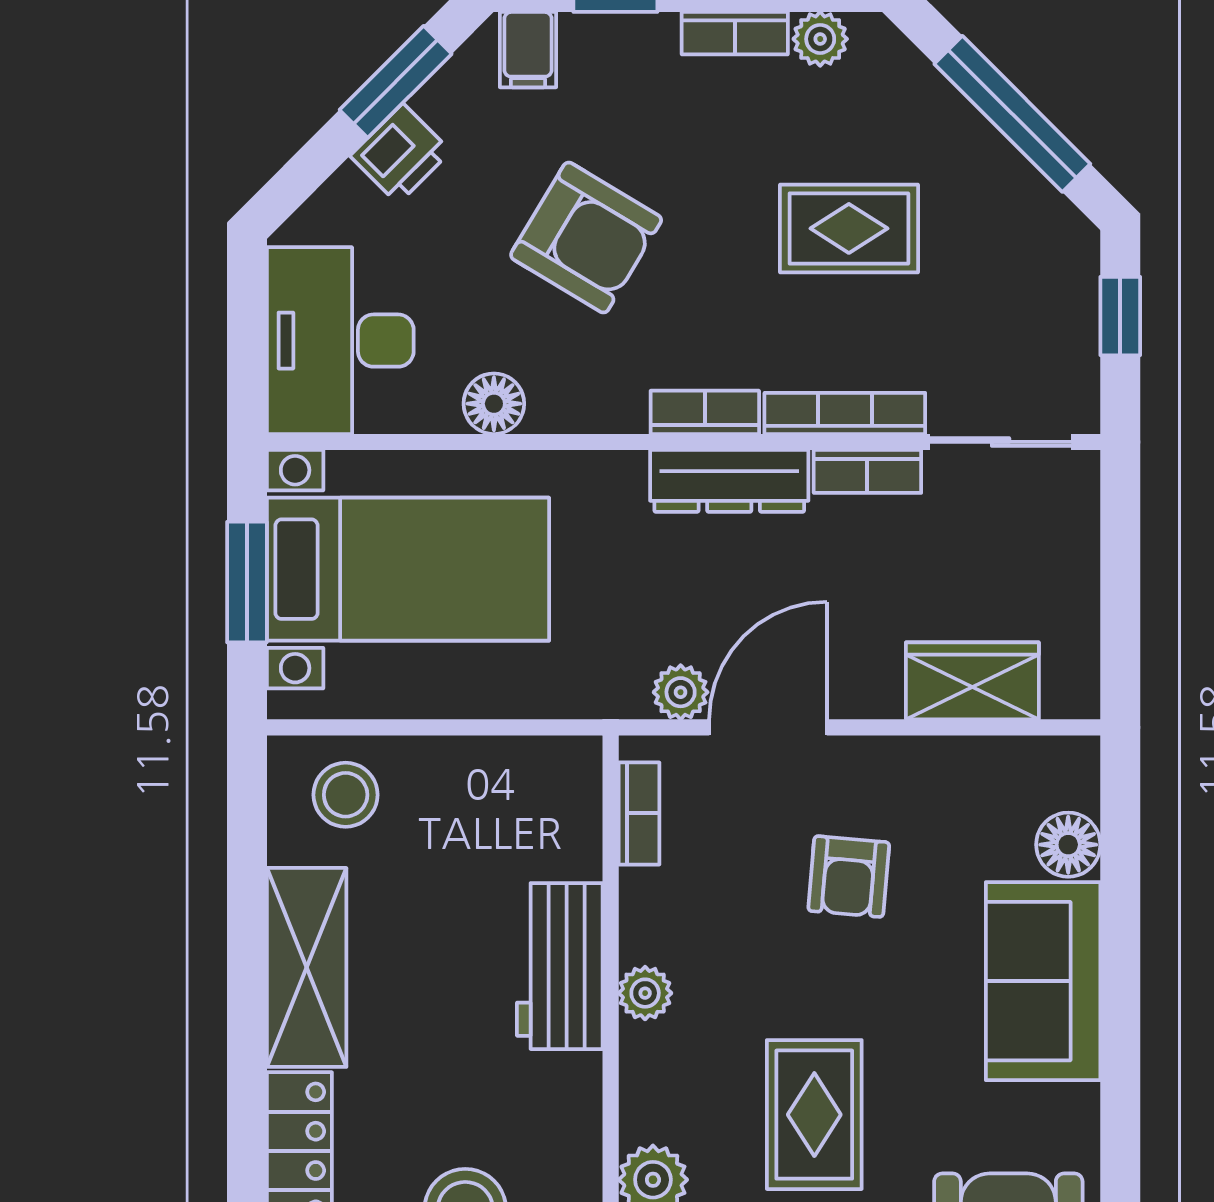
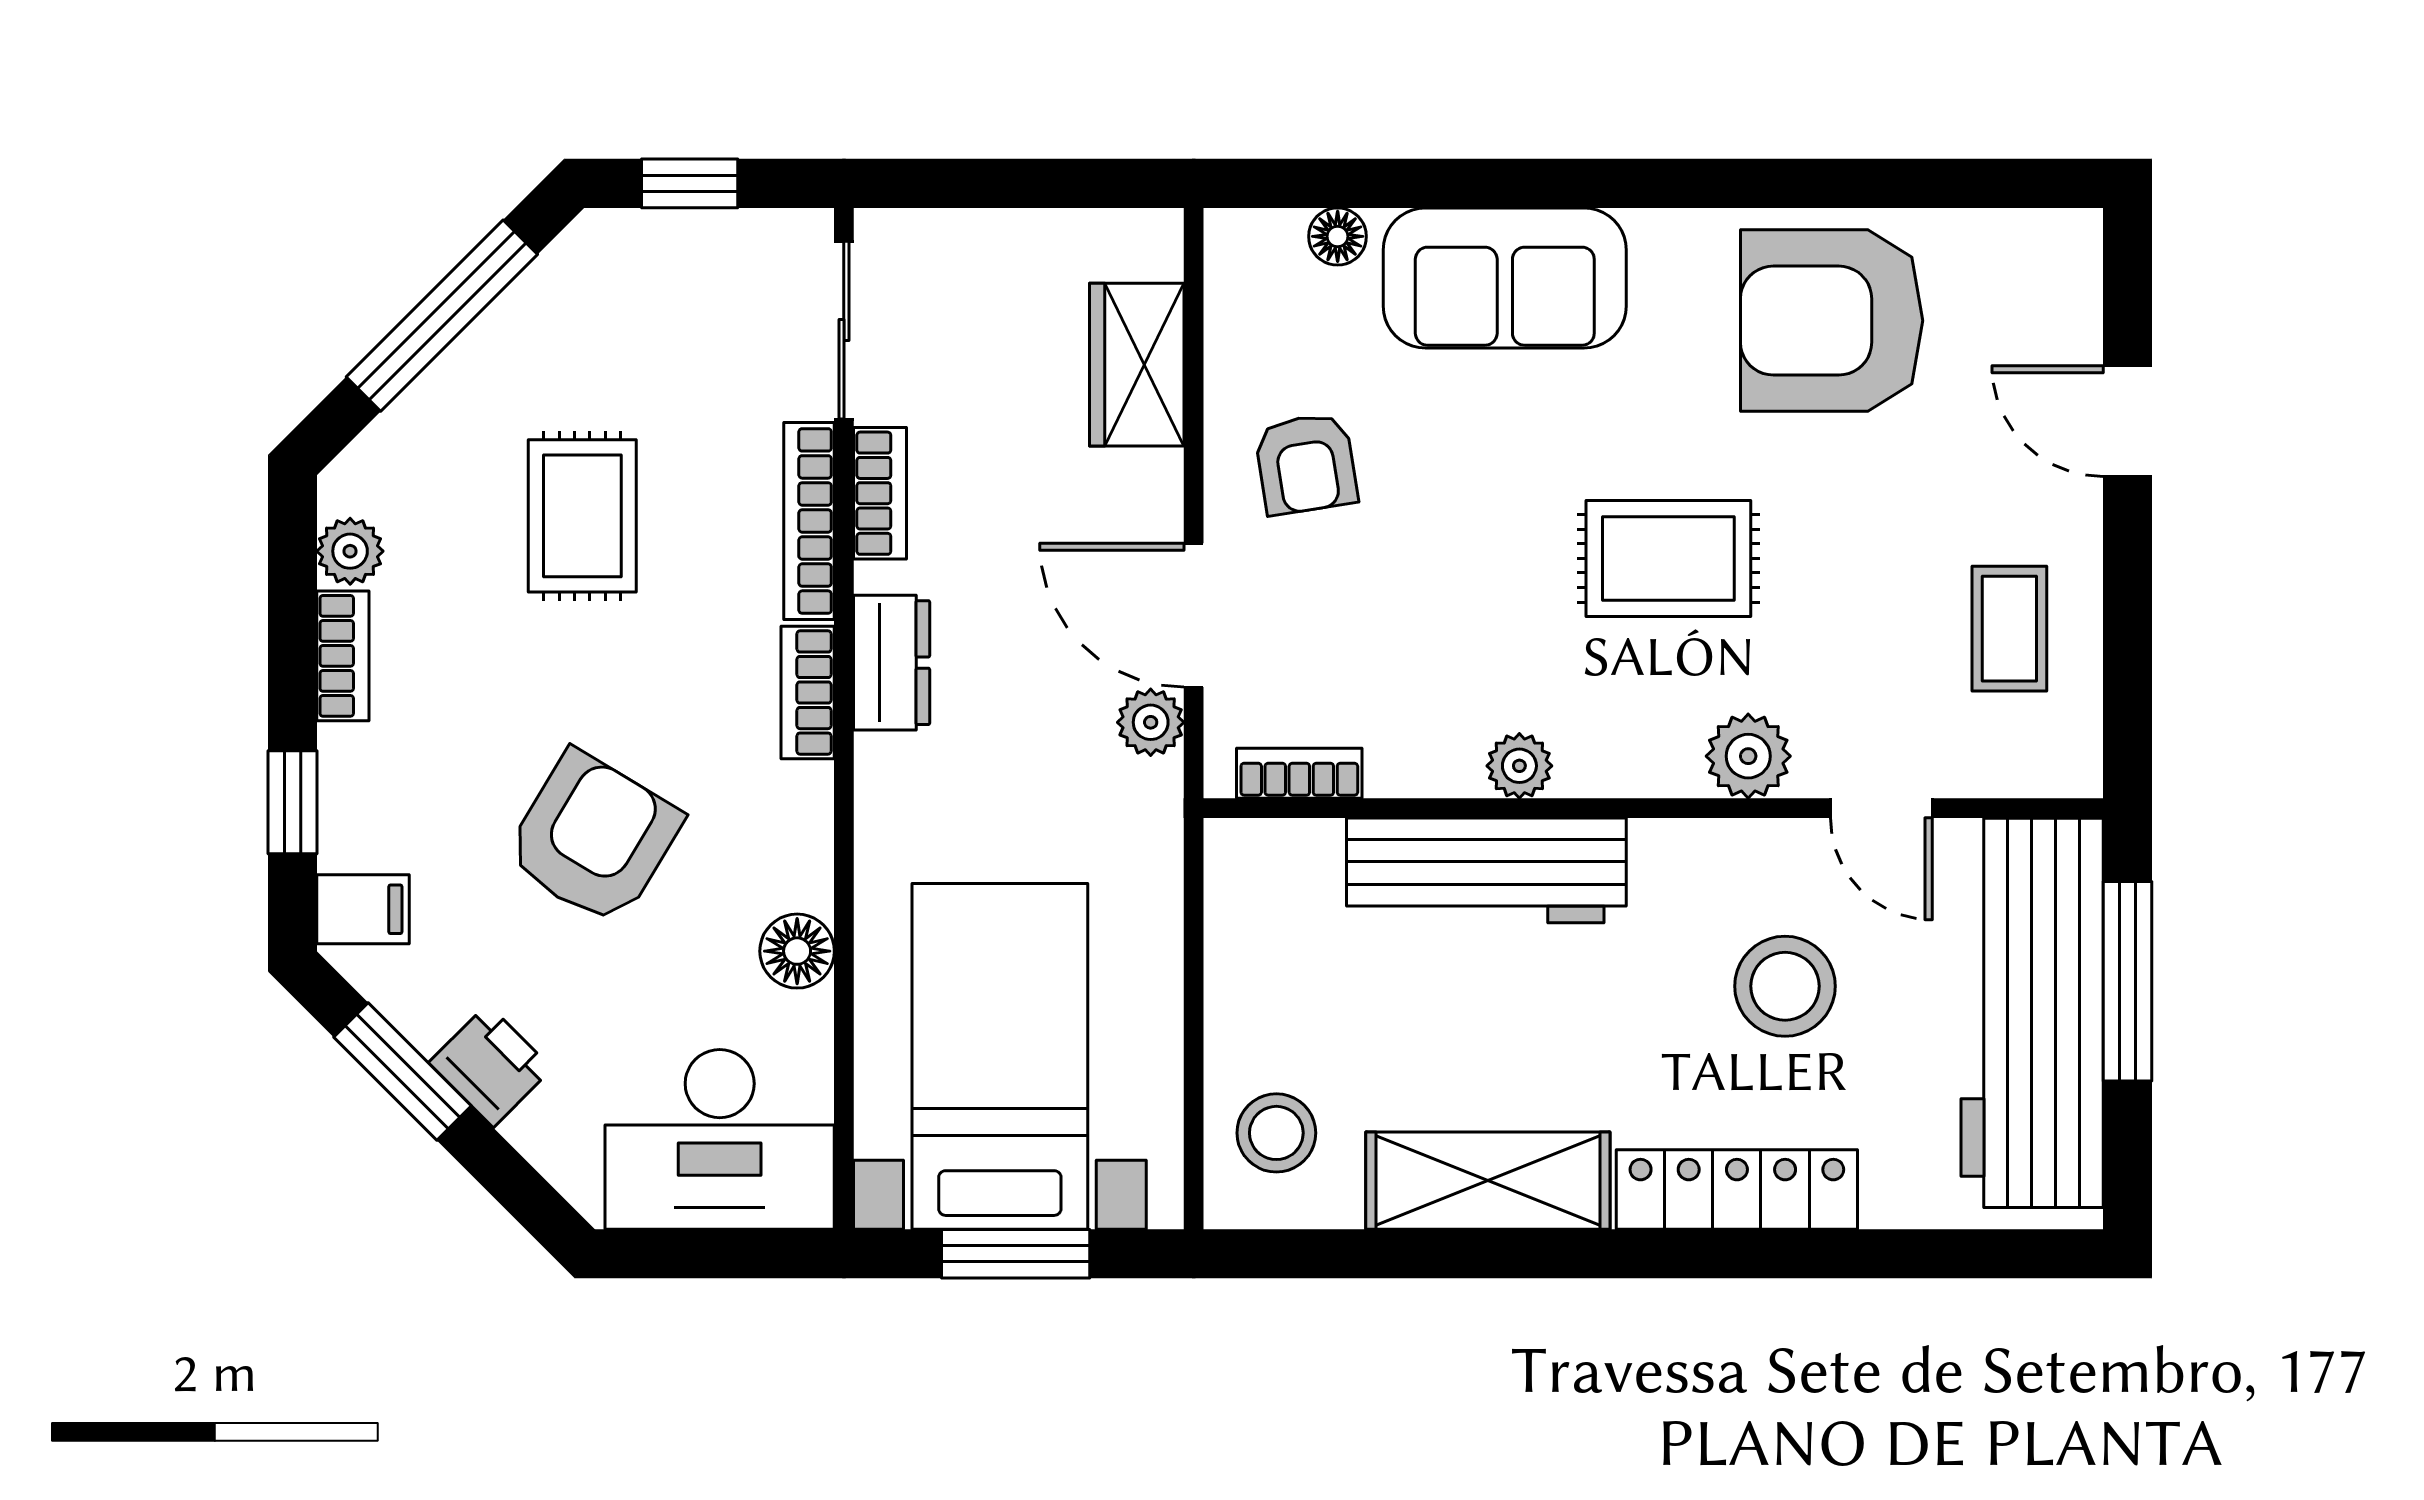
dresser: (729, 481) -> (892, 663), width x0.70
floor lamp: (1068, 845) -> (1338, 236), width x0.73, depth x0.73
armchair: (849, 877) -> (1306, 464), moved, turned 76
workbench: (560, 966) -> (1486, 870), width x1.37

